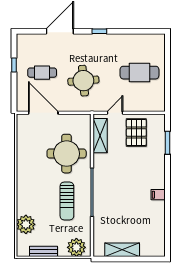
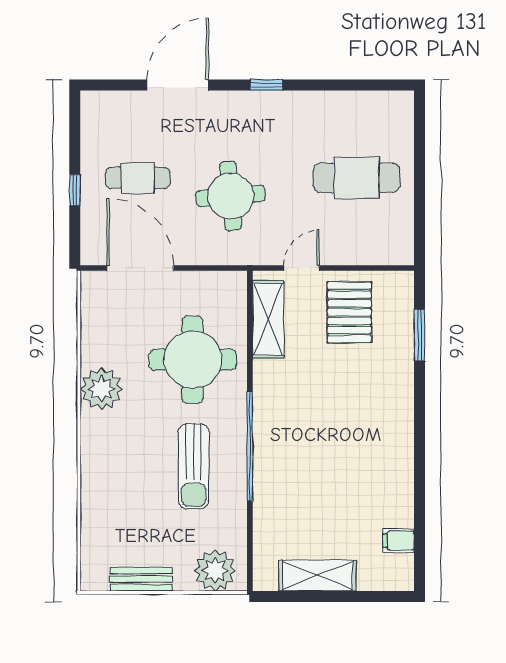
window: (14, 65) -> (75, 190), moved
filing cabinet: (158, 195) -> (398, 541), moved
plant: (26, 224) -> (101, 389), moved

